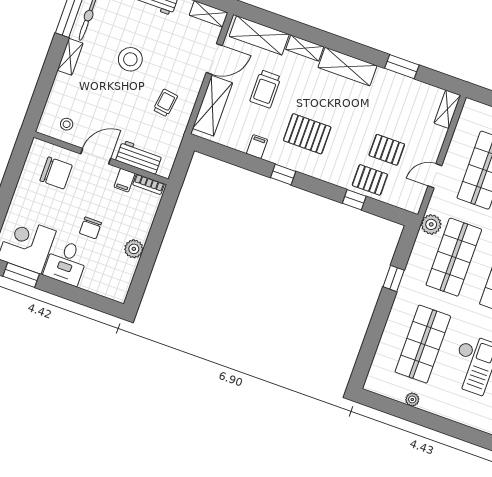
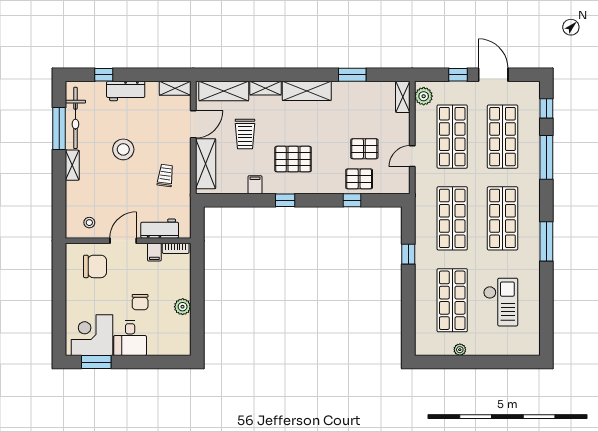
plant: (431, 224) -> (424, 96), moved

